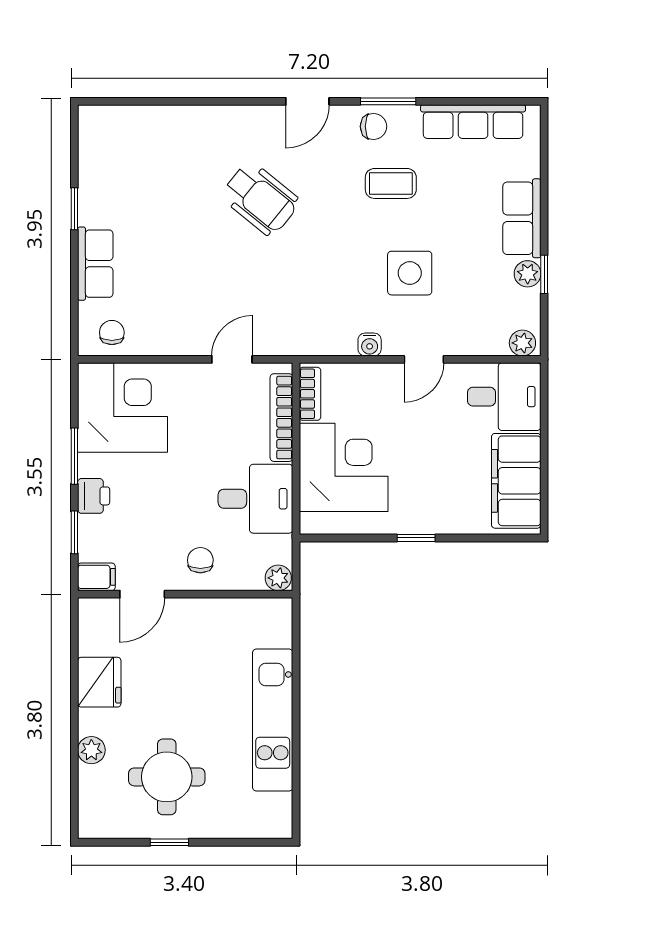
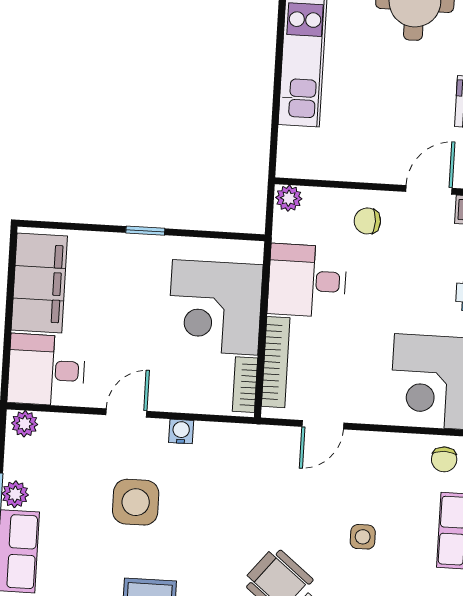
side table: (187, 252) -> (363, 537), added
chair: (200, 560) -> (367, 221), turned 90

